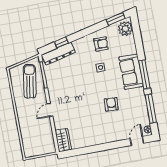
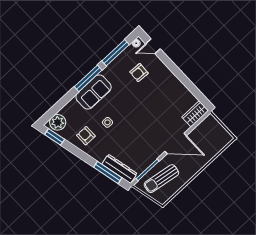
window: (61, 43) -> (108, 172), width x2.17
armchair: (111, 104) -> (139, 73), moved
door: (50, 110) -> (176, 144), width x1.87

